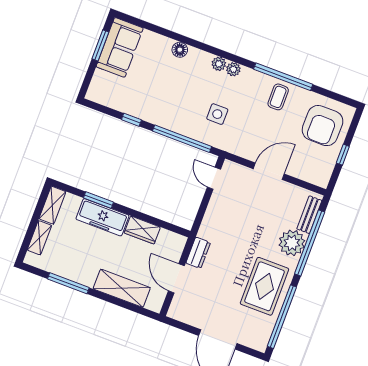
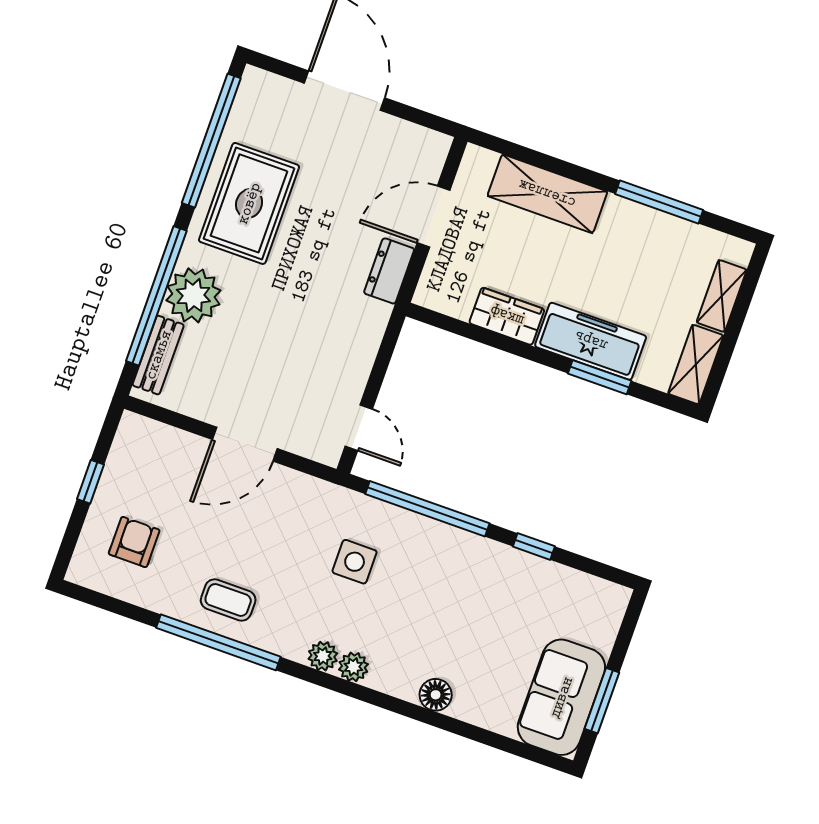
coffee table: (278, 97) -> (228, 600), turned 90
armchair: (323, 126) -> (134, 542), width x0.53, depth x0.53
door: (176, 278) -> (434, 217), swing flipped

